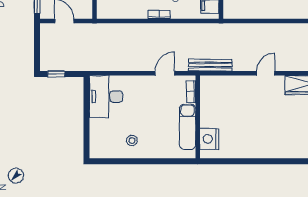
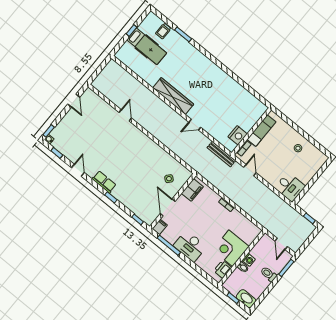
door: (165, 73) -> (250, 170), swing flipped
desk: (106, 97) -> (290, 187), width x0.73
nightstand: (209, 139) -> (238, 135), moved

